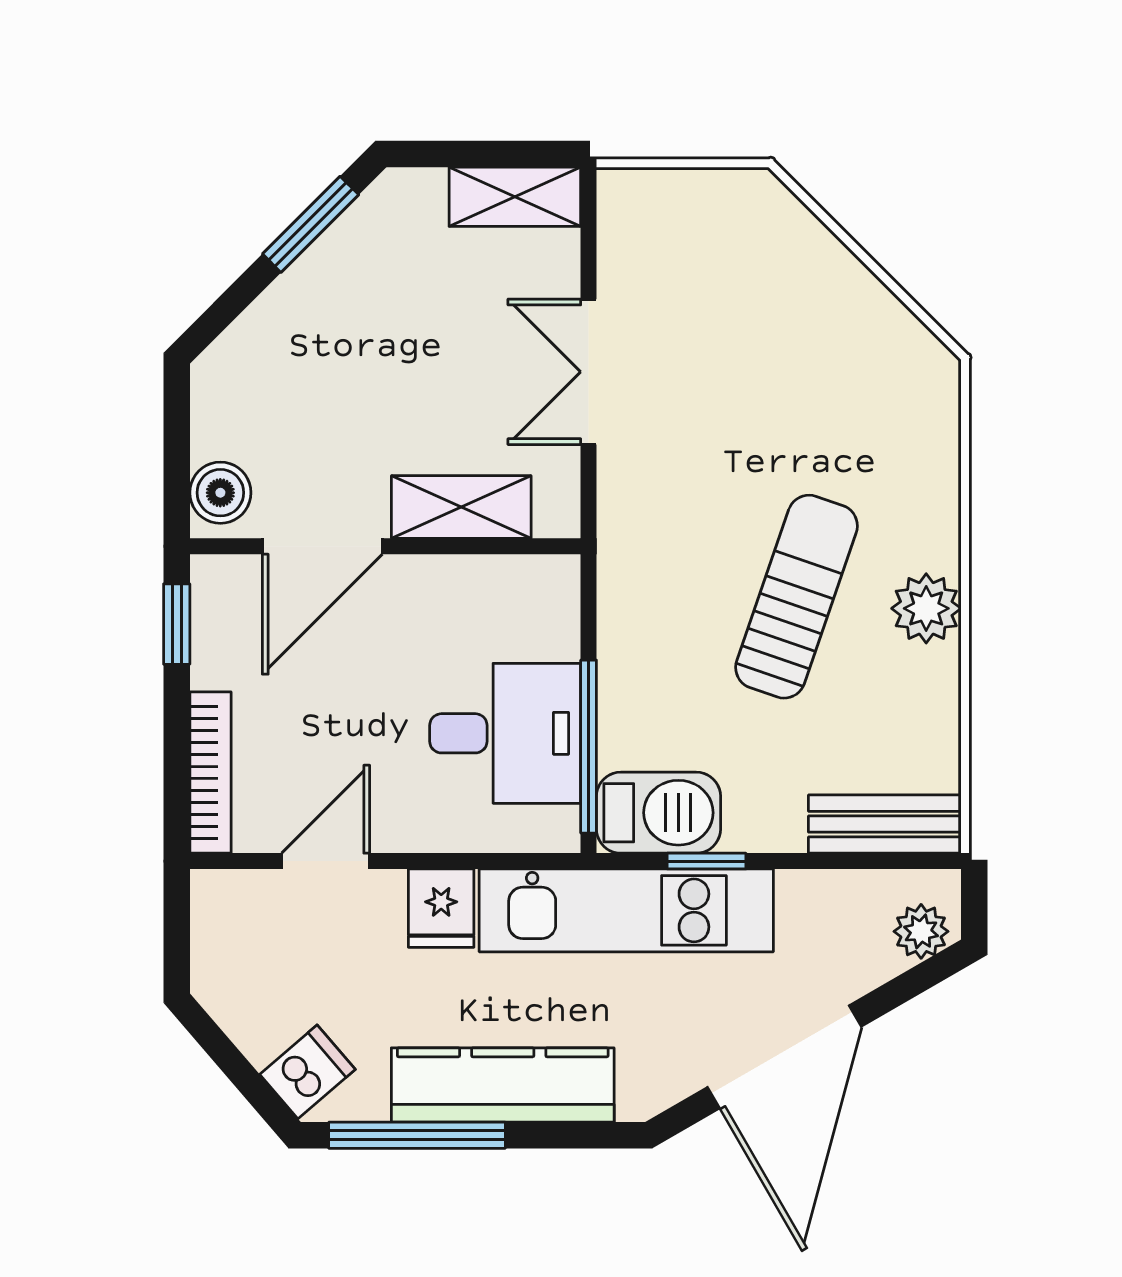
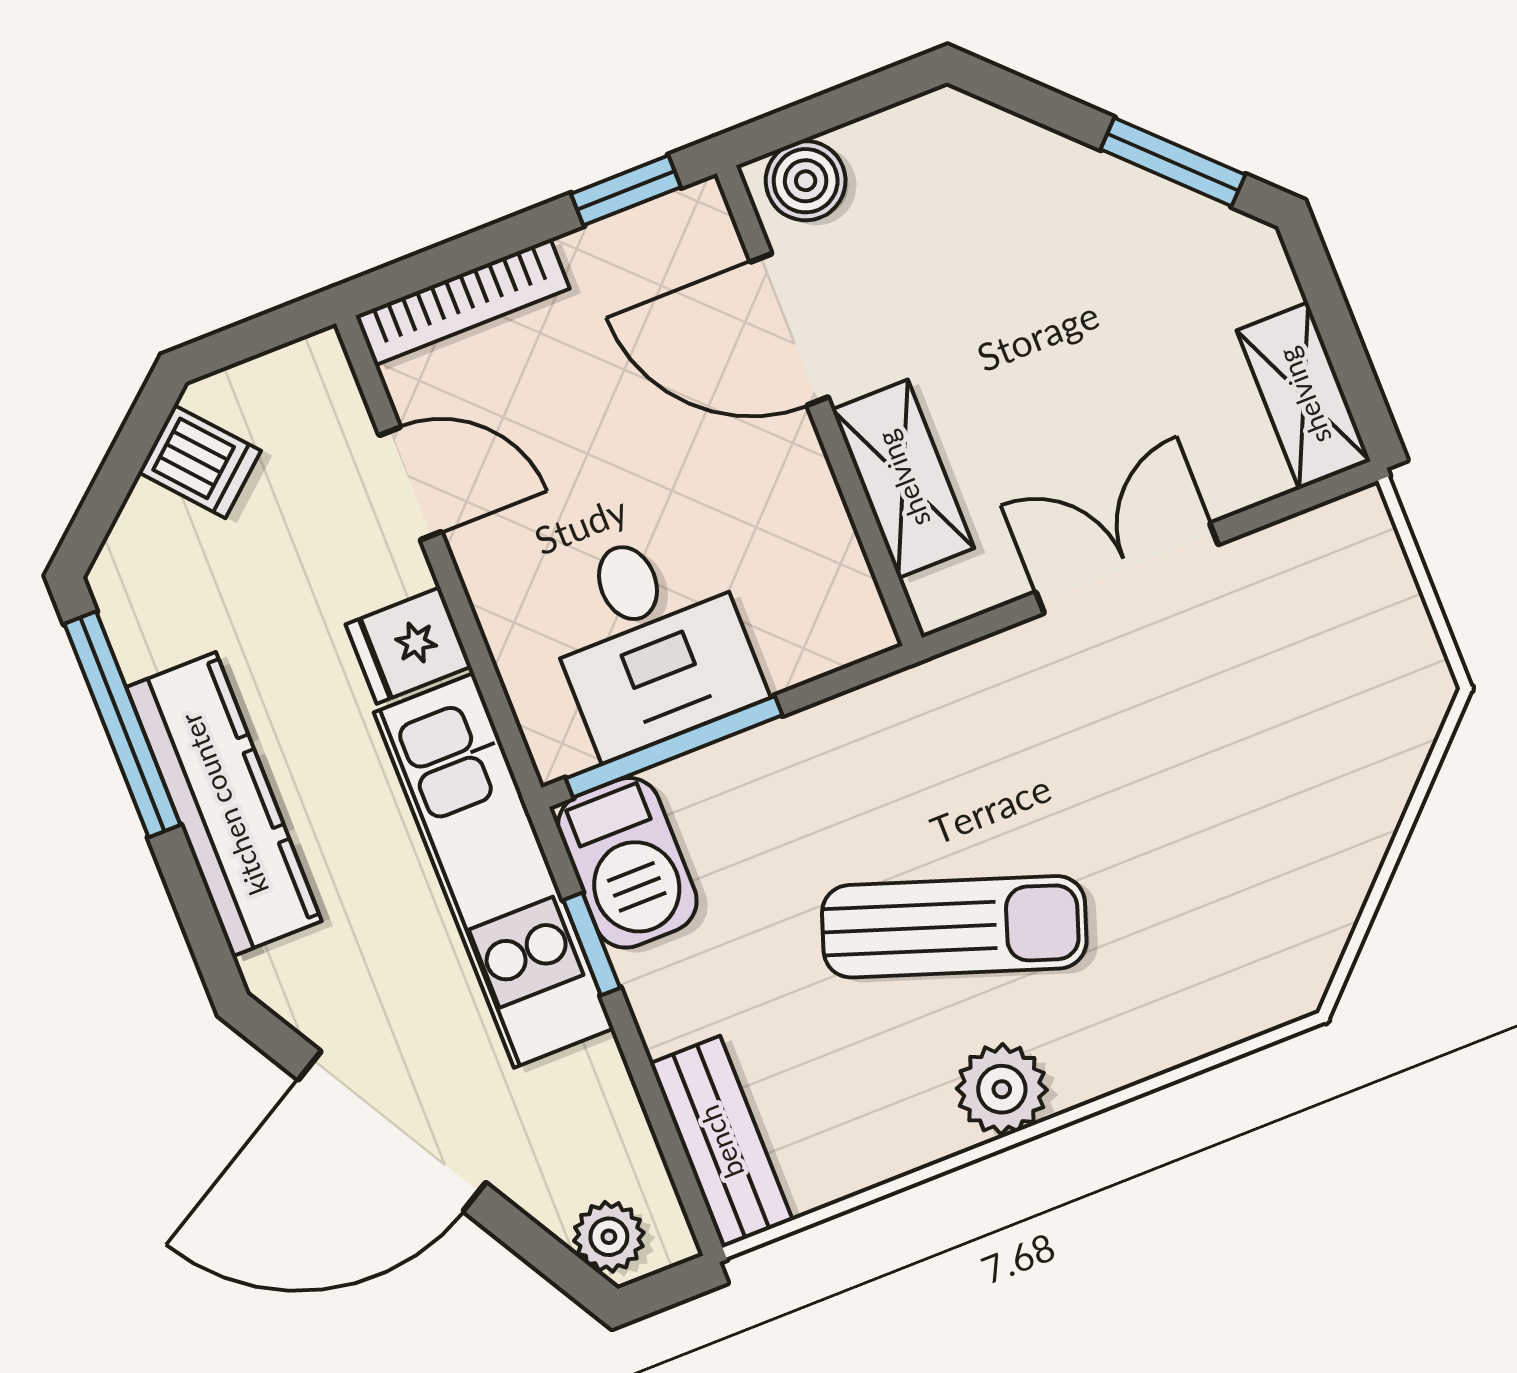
dishwasher: (307, 1072) -> (200, 462), moved

